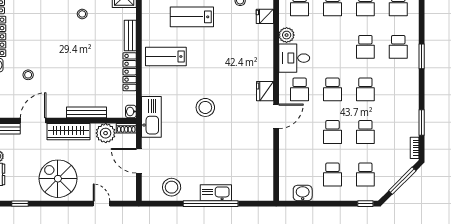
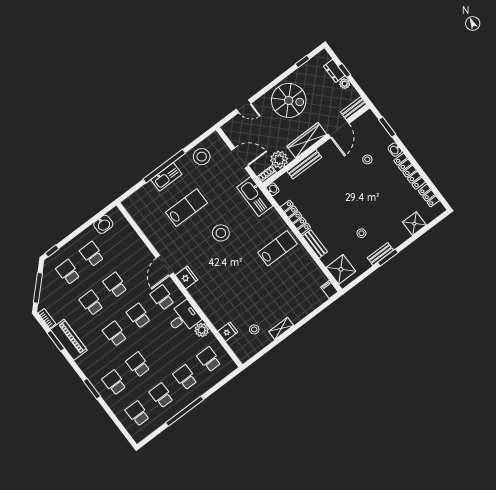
lab bench: (192, 17) -> (187, 208), moved
piano: (410, 115) -> (69, 340), added

